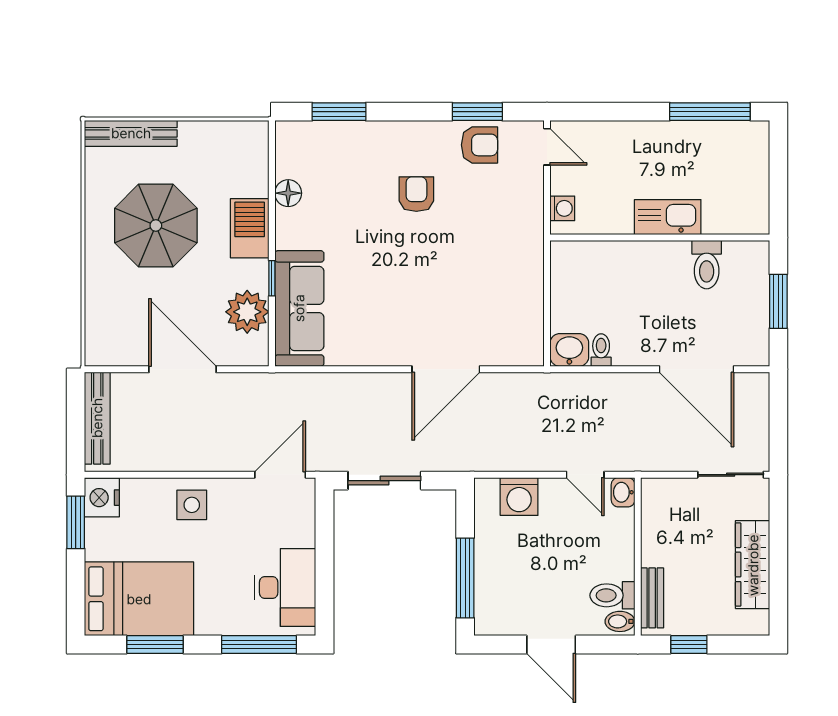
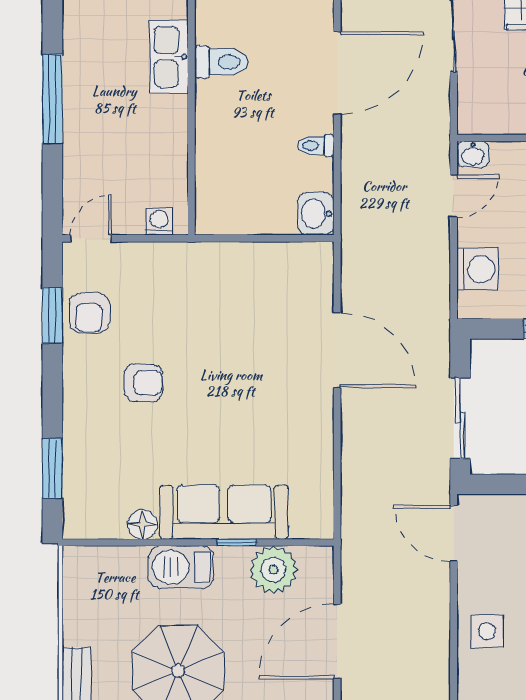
window: (710, 112) -> (52, 99), moved
armchair: (479, 145) -> (89, 313), turned 180
armchair: (416, 194) -> (143, 383), turned 180
kitchen sink: (668, 217) -> (169, 57), moved
sofa: (299, 308) -> (224, 512), moved
toilet: (601, 350) -> (316, 146), moved

